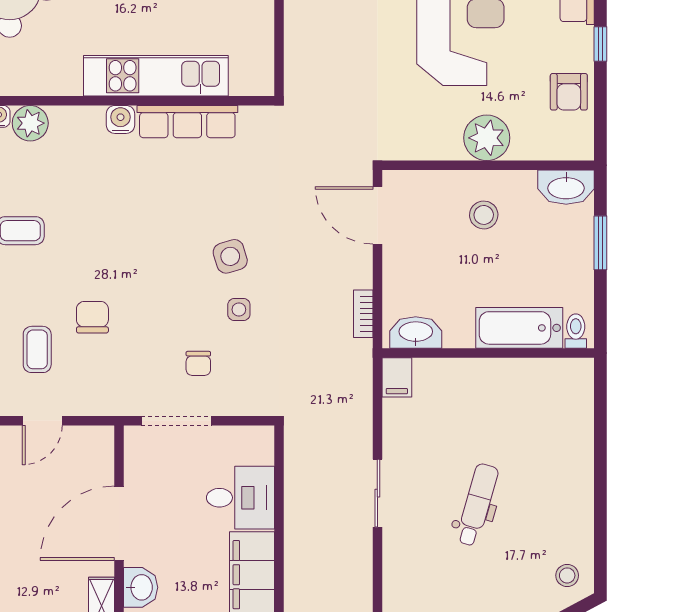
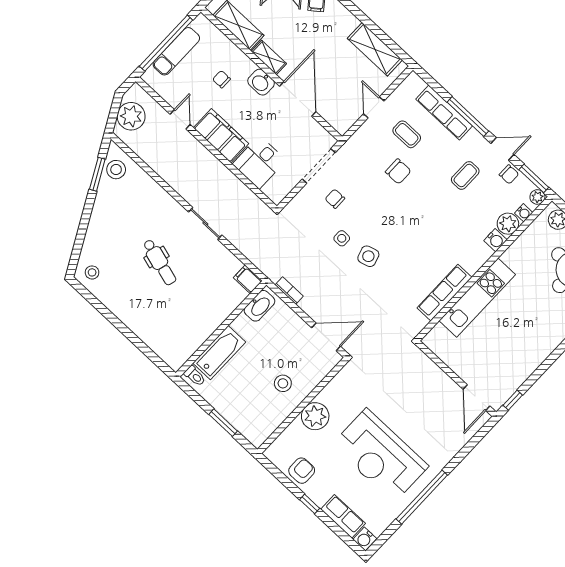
armchair: (569, 92) -> (302, 471), turned 90
water cooler: (120, 119) -> (495, 240), moved
washbasin: (566, 187) -> (261, 430), removed

